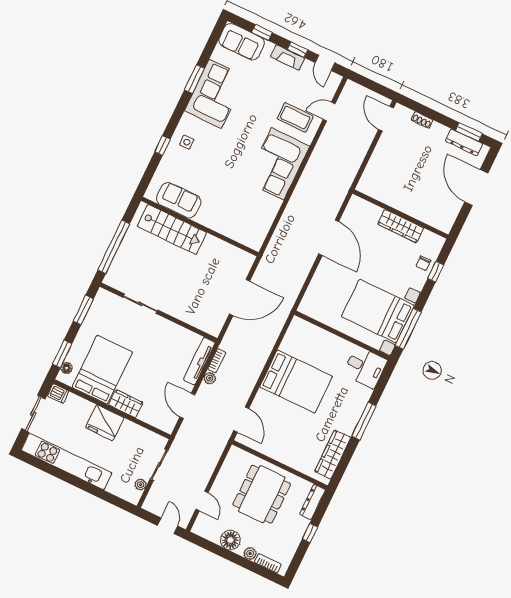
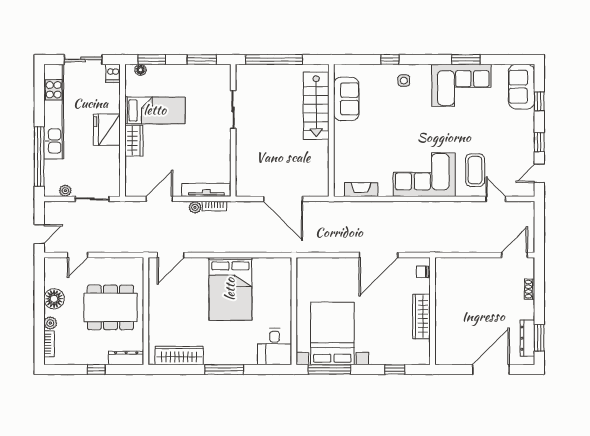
fireplace: (288, 57) -> (361, 190), moved, turned 90
chair: (423, 263) -> (422, 272), moved
bed: (102, 370) -> (155, 110), width x0.67
window: (100, 493) -> (39, 156), added

